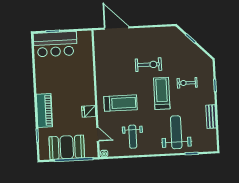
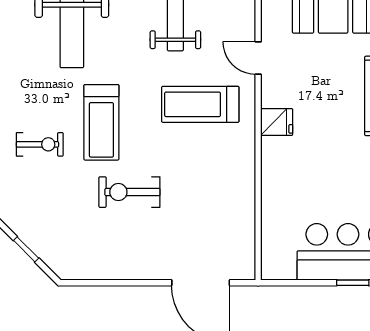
fridge: (89, 111) -> (277, 122), moved
door: (98, 134) -> (258, 58), moved

